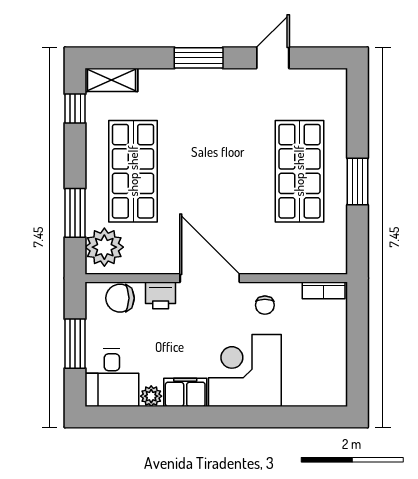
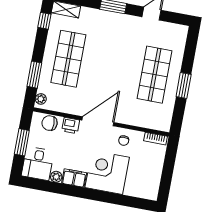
plant: (104, 247) -> (41, 99), width x0.53, depth x0.53
door: (210, 278) -> (98, 121), hinge flipped

